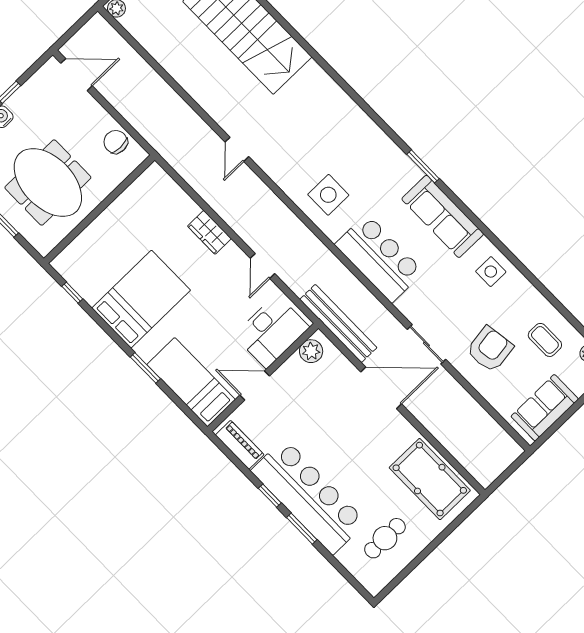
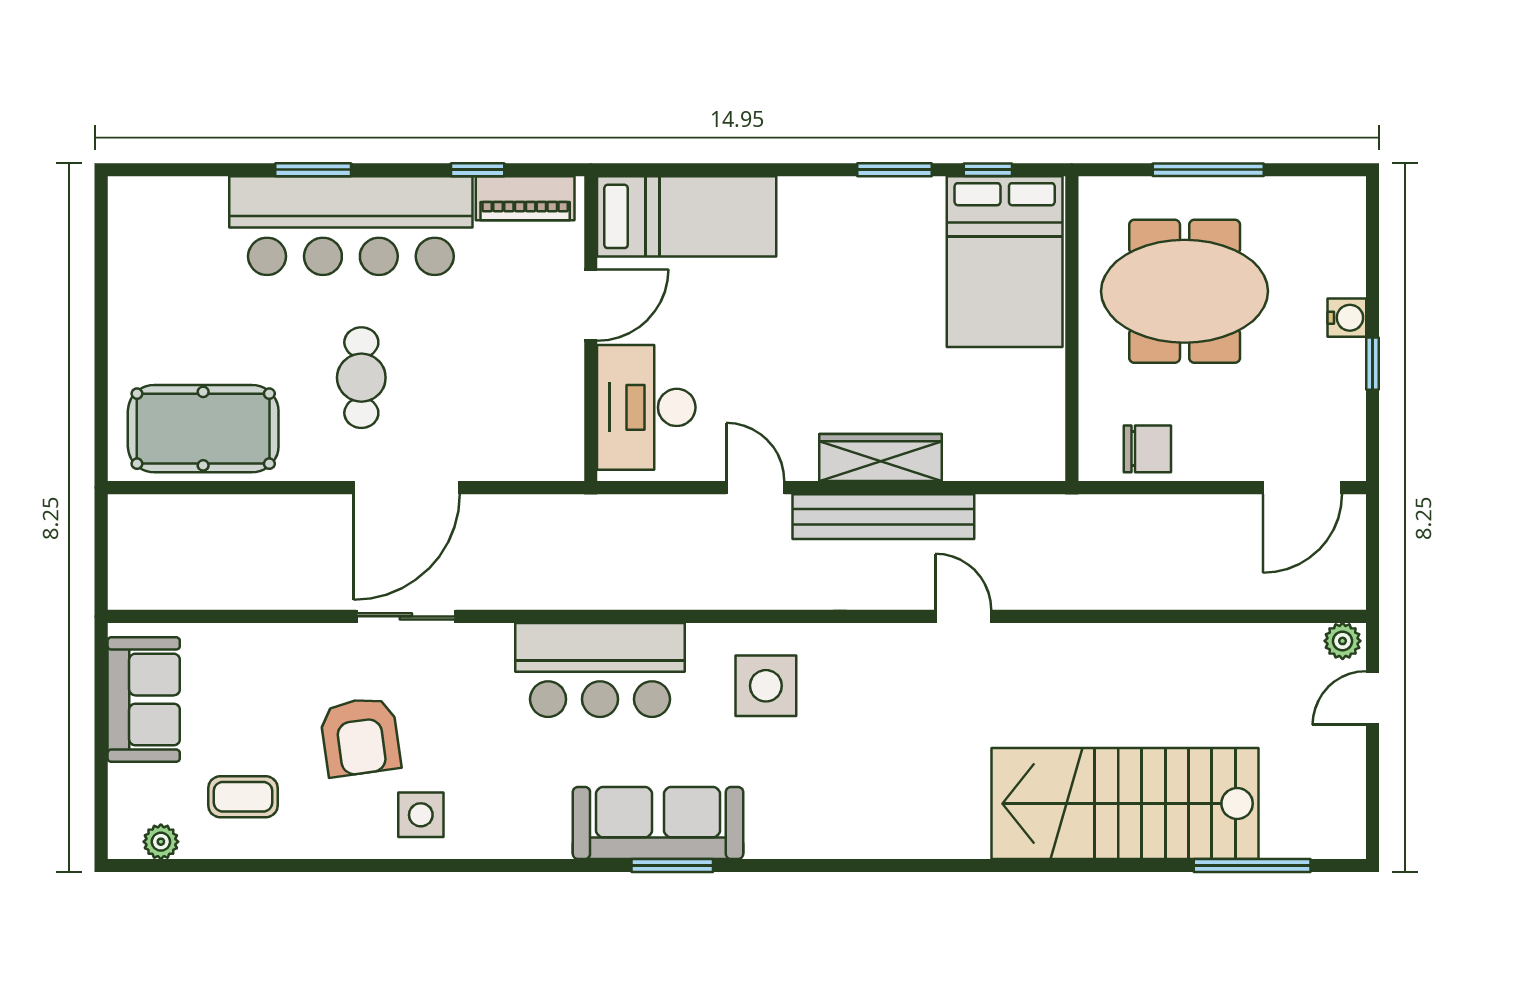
sofa: (443, 216) -> (658, 823), moved
wardrobe: (209, 232) -> (881, 457), width x1.50
bed: (141, 299) -> (1005, 262), moved
bench: (338, 323) -> (883, 517), moved
armchair: (490, 349) -> (360, 737), moved
plant: (311, 351) -> (561, 437), removed
window: (145, 368) -> (895, 170), moved
window: (270, 496) -> (478, 170), moved
cafe table: (385, 538) -> (361, 378), moved

